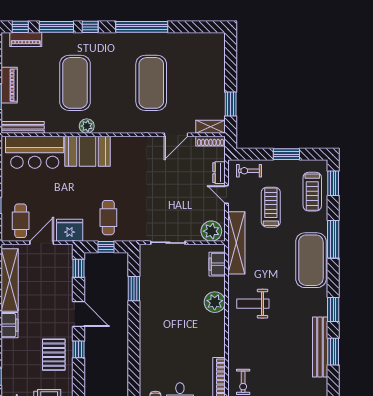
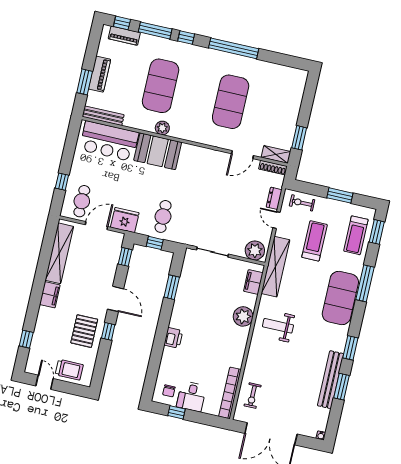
printer: (148, 341) -> (173, 338), added

